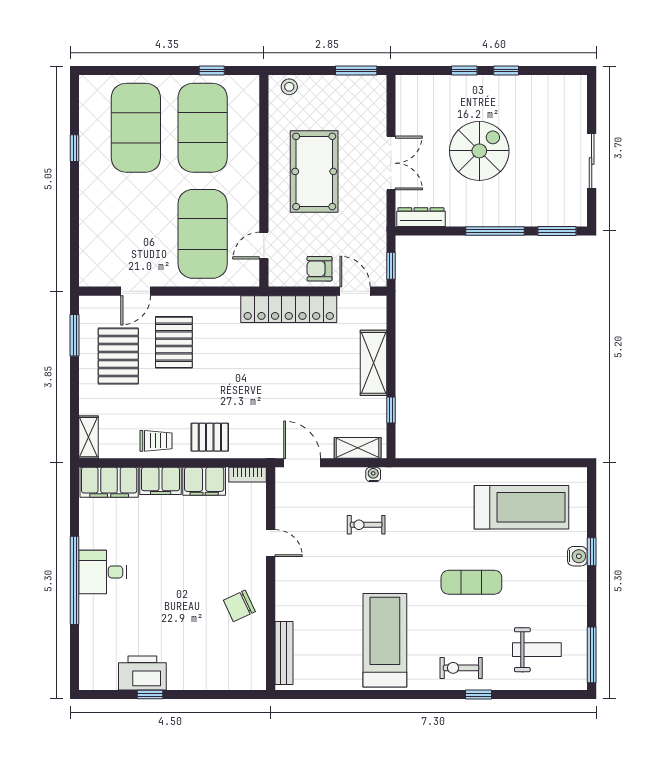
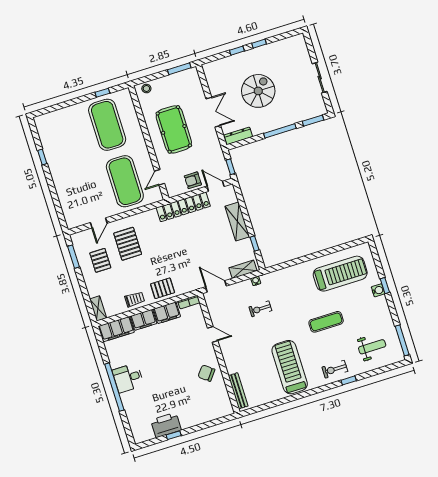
exercise mat: (136, 128) -> (72, 136), removed
pallet: (118, 356) -> (100, 260), width x0.67, depth x0.71
chair: (239, 606) -> (206, 373), turned 63

